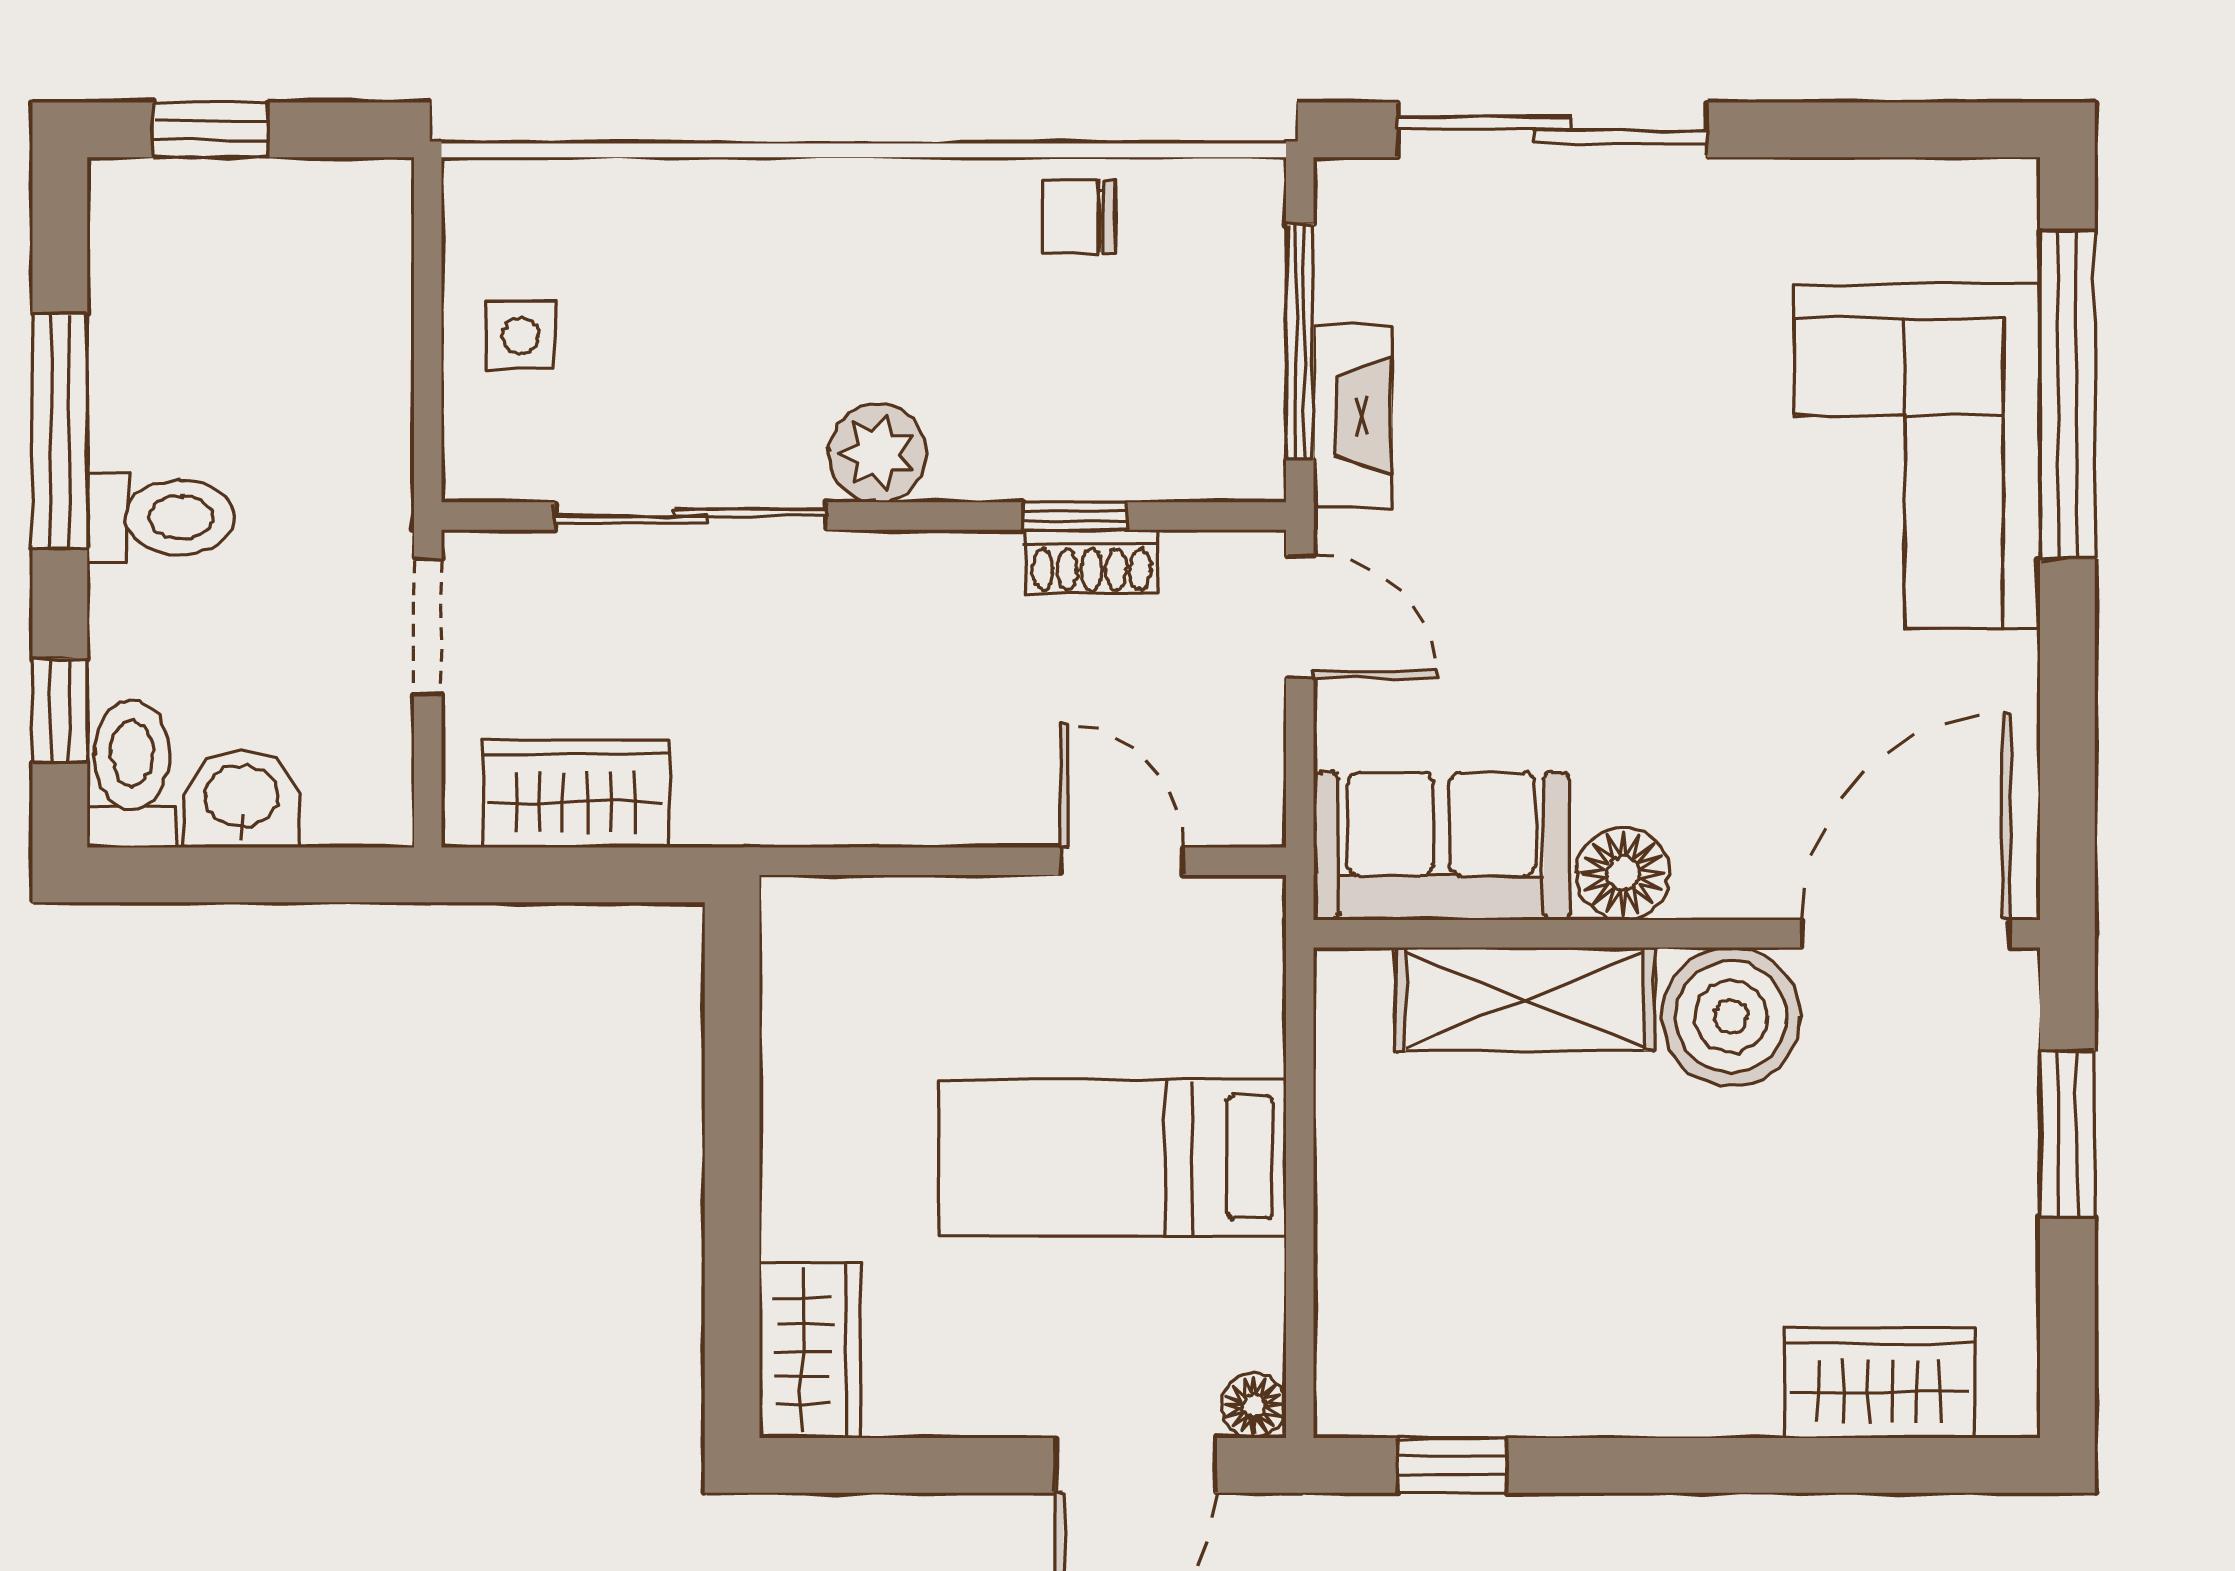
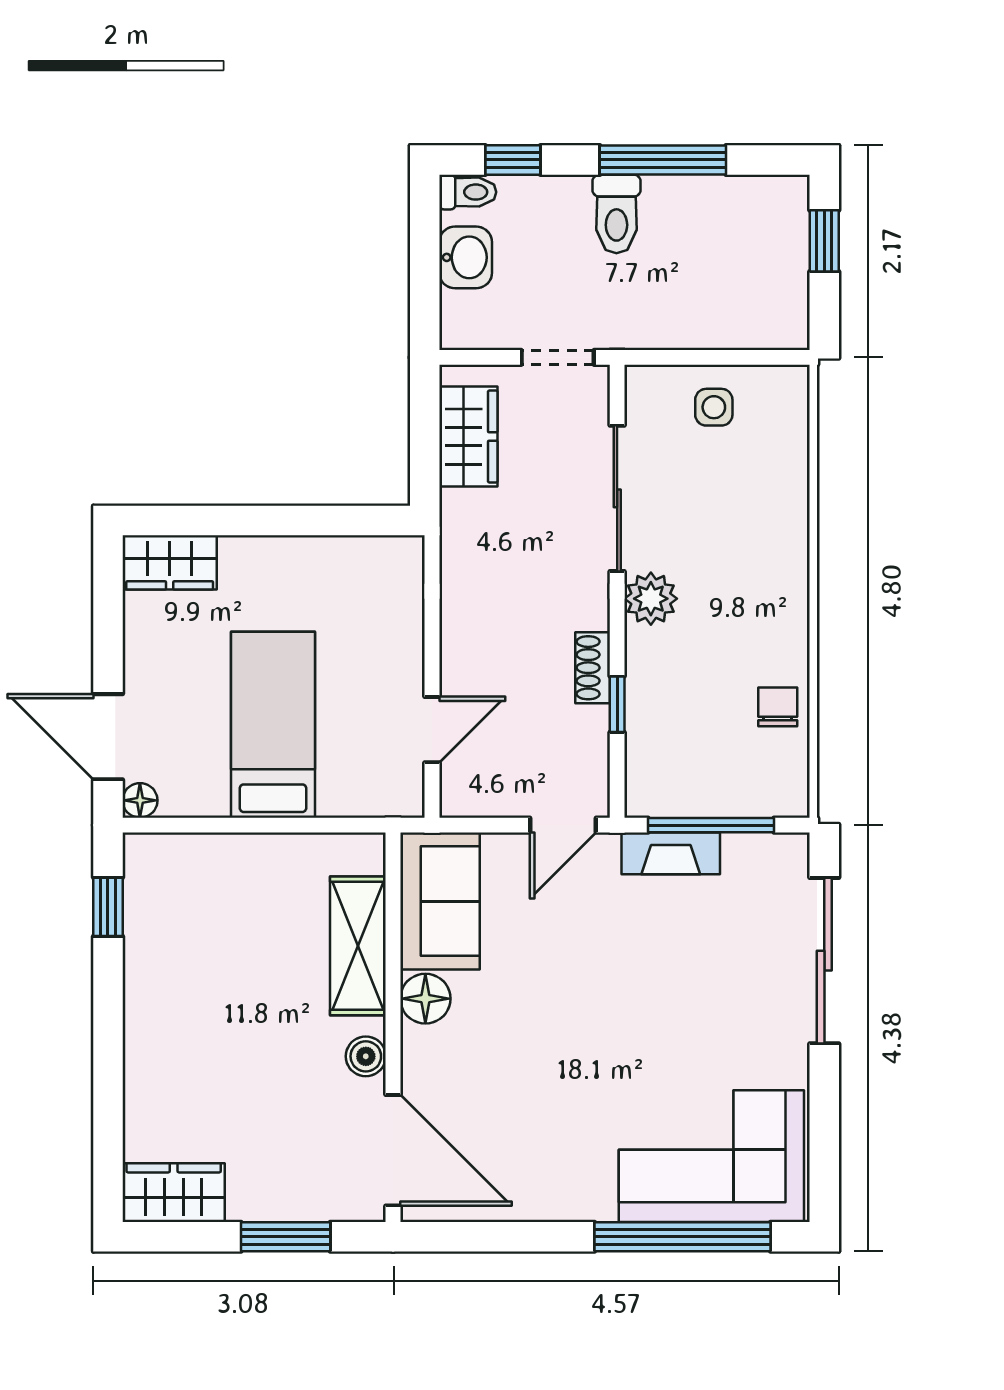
corner sofa: (1917, 456) -> (711, 1156), moved
shoe rack: (1092, 562) -> (593, 668), moved
toilet: (132, 774) -> (468, 192), width x0.73, depth x0.72
boiler: (1731, 1017) -> (366, 1056), width x0.54, depth x0.54
wardrobe: (1880, 1383) -> (174, 1193), moved, turned -90

